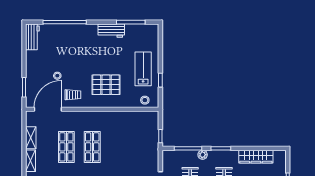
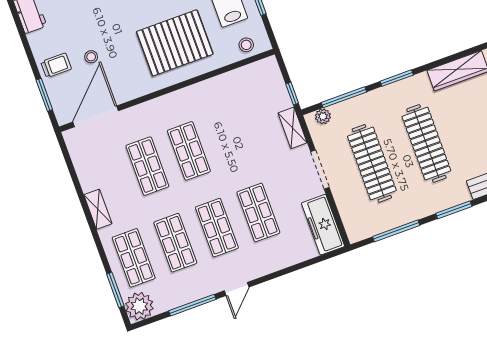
pallet: (106, 85) -> (175, 43), width x1.37, depth x1.41
trolley: (73, 95) -> (56, 65), moved
shelving: (31, 138) -> (292, 128), moved
plant: (203, 155) -> (323, 116), moved

